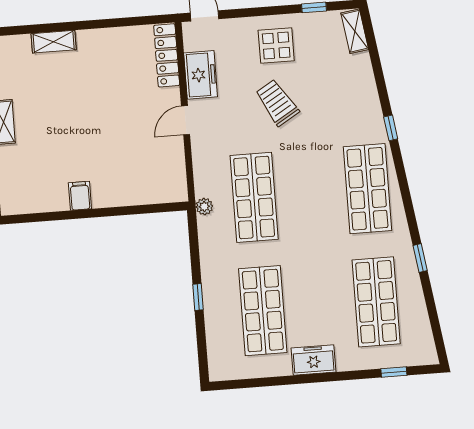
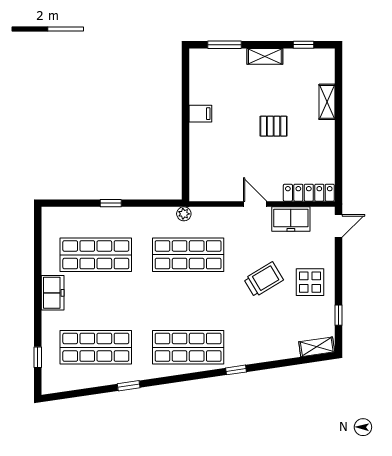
pallet: (88, 105) -> (274, 126), added

